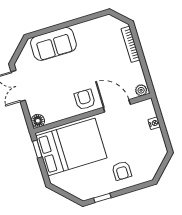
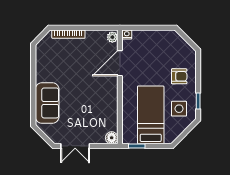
armchair: (85, 100) -> (105, 90), removed
nightstand: (154, 123) -> (127, 34), moved
bed: (71, 147) -> (151, 115), width x0.67
side table: (89, 181) -> (179, 109), added

